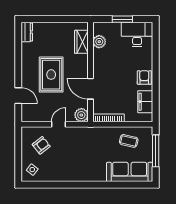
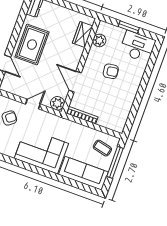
rug: (51, 75) -> (32, 45), moved
armchair: (144, 78) -> (111, 71), moved, turned 82
filing cabinet: (145, 102) -> (122, 113), removed
coffee table: (129, 141) -> (102, 148), moved
corner sofa: (83, 165) -> (41, 151), added

